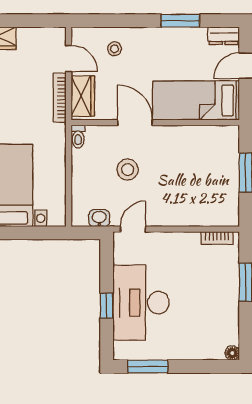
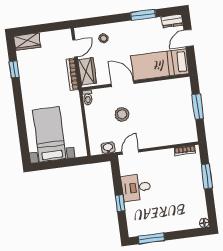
door: (69, 58) -> (75, 48), hinge flipped
desk: (141, 303) -> (136, 188), width x0.53, depth x0.77

